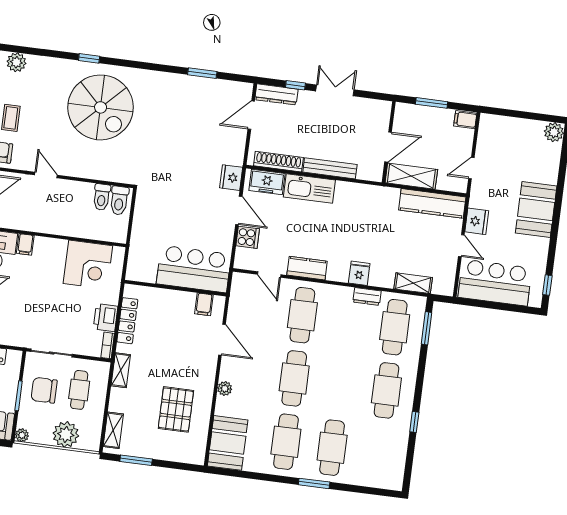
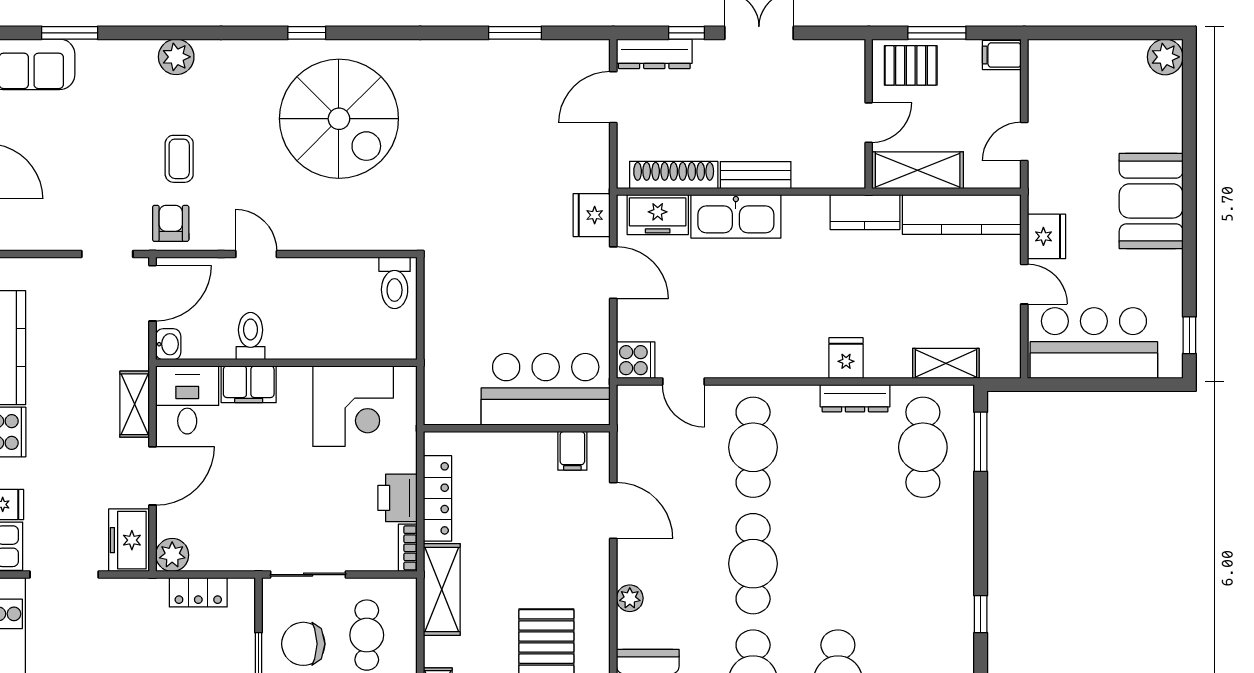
pallet: (415, 119) -> (911, 65), added
door: (388, 147) -> (869, 123), width x0.73
bench: (330, 168) -> (756, 175), width x0.73
toilet: (102, 197) -> (251, 336), moved, turned 180
cooker: (248, 237) -> (636, 360), moved
filing cabinet: (25, 244) -> (249, 384), width x2.00
kitchen counter: (307, 268) -> (865, 212), moved, turned 180
dresser: (367, 296) -> (855, 398), width x1.44
shelving: (121, 370) -> (442, 589), width x1.50, depth x1.33
cafe table: (386, 390) -> (923, 564), removed

